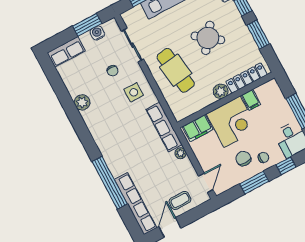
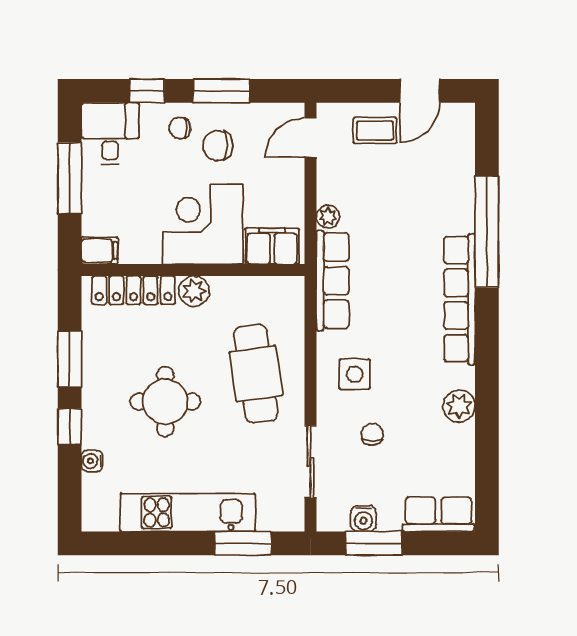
round table: (208, 38) -> (165, 402), turned -37
filing cabinet: (251, 100) -> (100, 251), moved, turned 90
chair: (243, 159) -> (218, 146), turned 90
row of seats: (136, 204) -> (460, 299), moved

